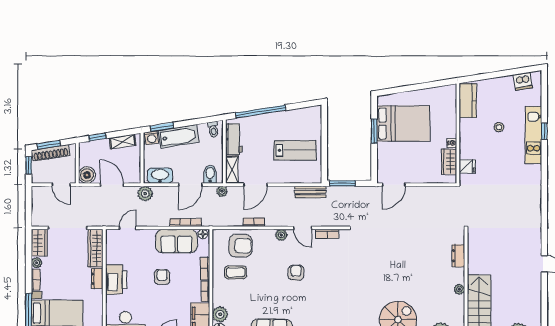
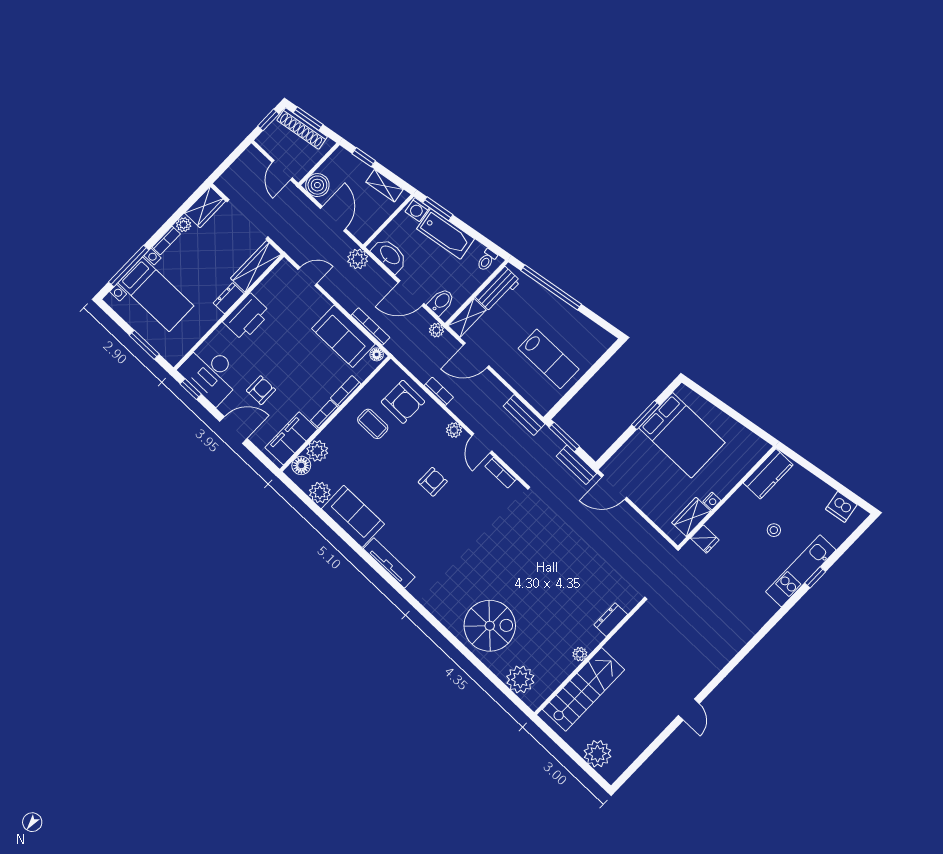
bench: (363, 192) -> (576, 465), added
armchair: (162, 277) -> (261, 390), moved

